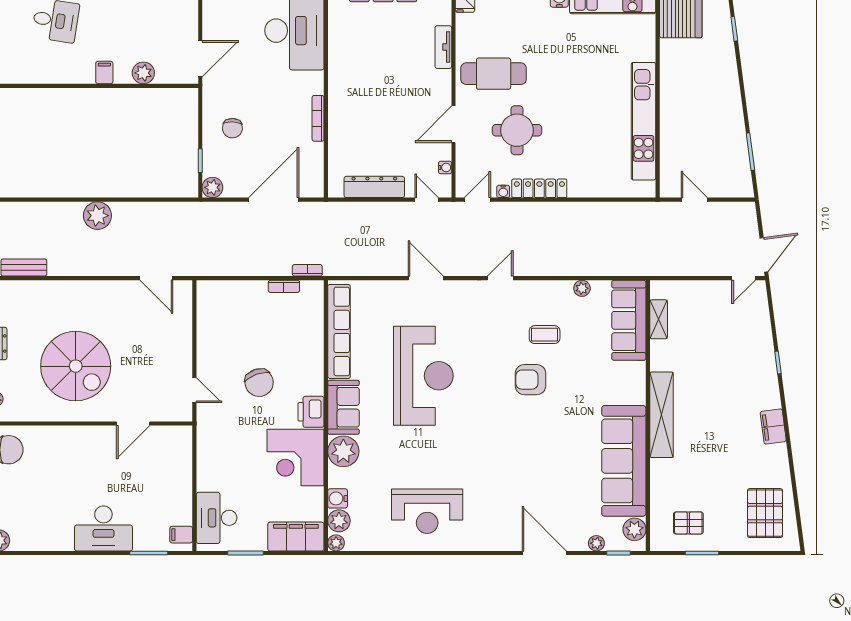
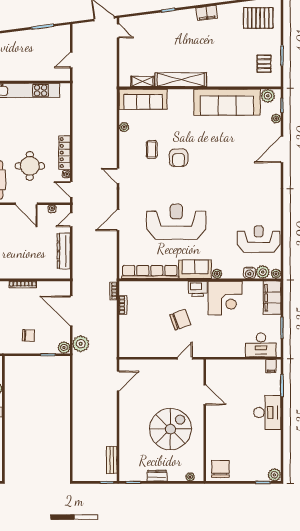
plant: (97, 216) -> (81, 344), moved
shelving: (662, 415) -> (181, 80), moved
plant: (343, 451) -> (217, 274), width x0.53, depth x0.53
reception desk: (427, 511) -> (259, 239), moved, turned -90

